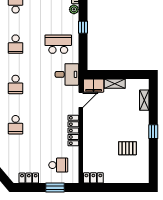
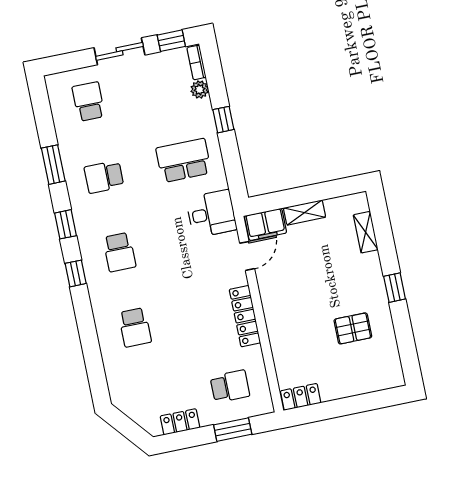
school desk: (16, 44) -> (104, 177), turned 90

